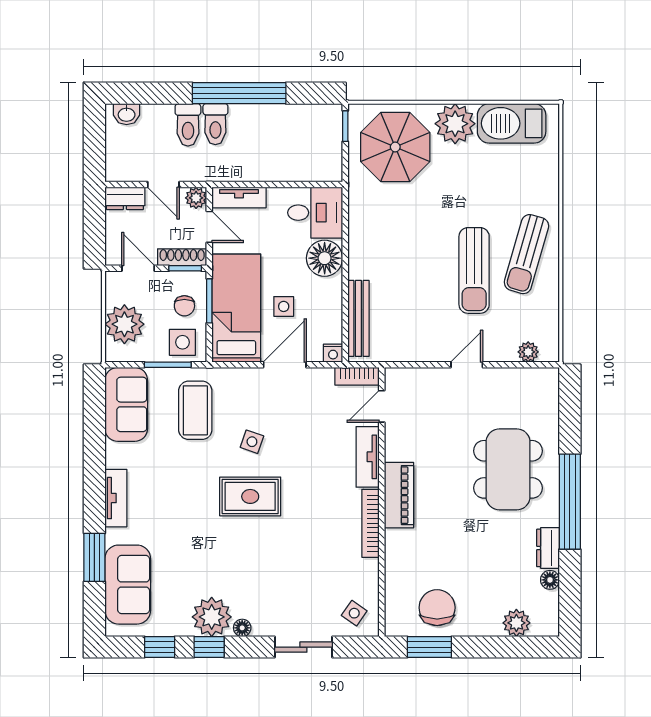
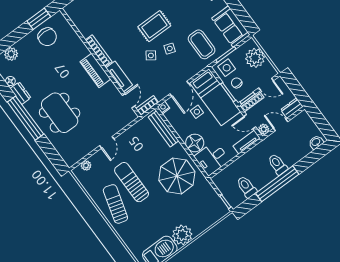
toilet: (188, 125) -> (247, 187), moved
parasol: (395, 147) -> (177, 176), moved
side table: (354, 613) -> (151, 55), moved

